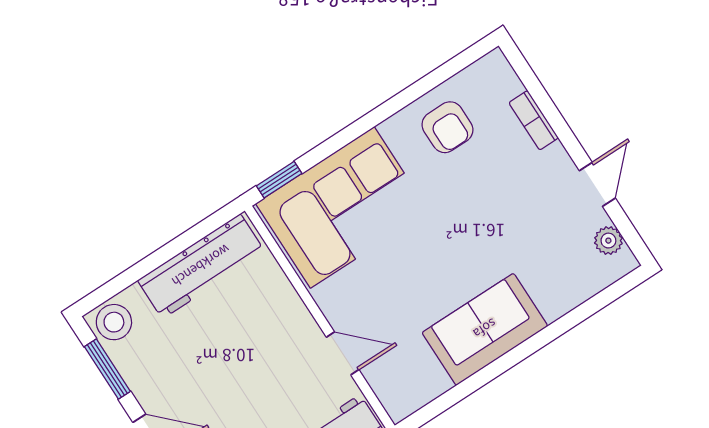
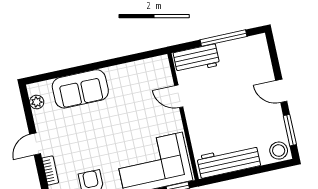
door: (597, 184) -> (35, 144), moved
sofa: (485, 329) -> (80, 89), moved

